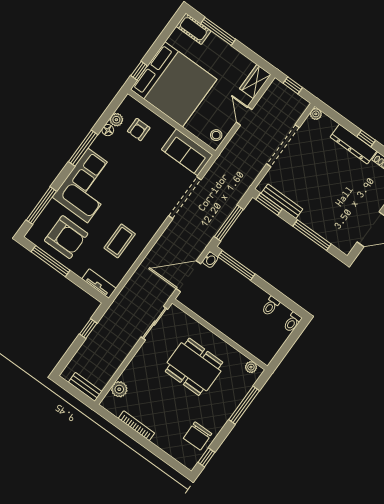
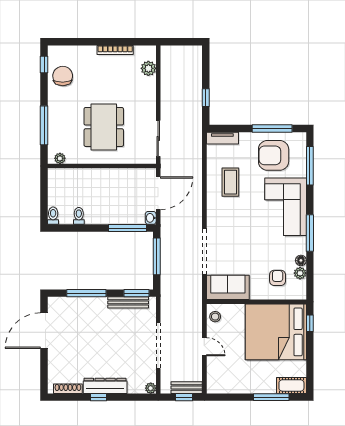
wardrobe: (255, 82) -> (215, 379), removed
dining table: (194, 367) -> (104, 127), turned 90
bench: (85, 387) -> (187, 388), moved

